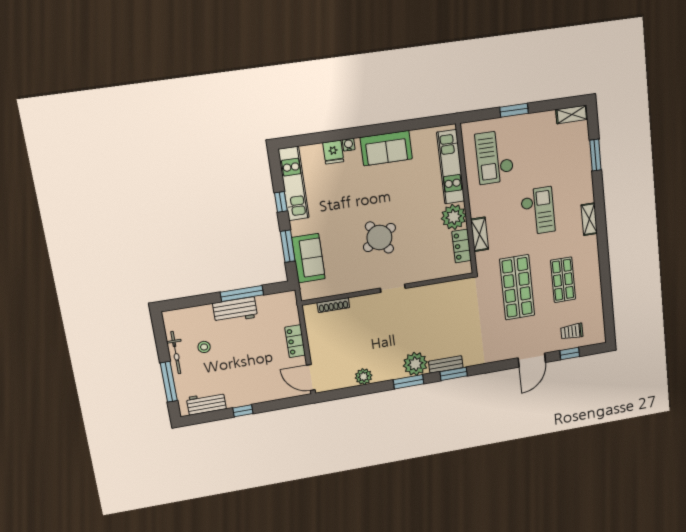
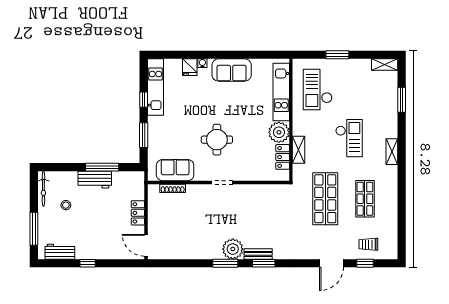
round table: (379, 237) -> (217, 140), turned 32
sofa: (308, 258) -> (175, 170), moved, turned -90
bicycle: (176, 353) -> (43, 189), moved
plant: (364, 377) -> (189, 252), removed

